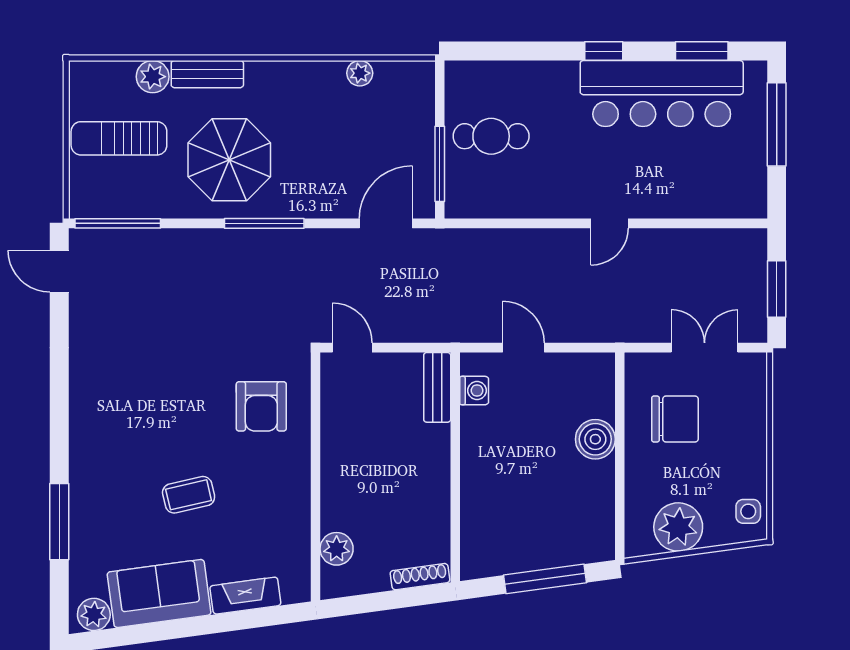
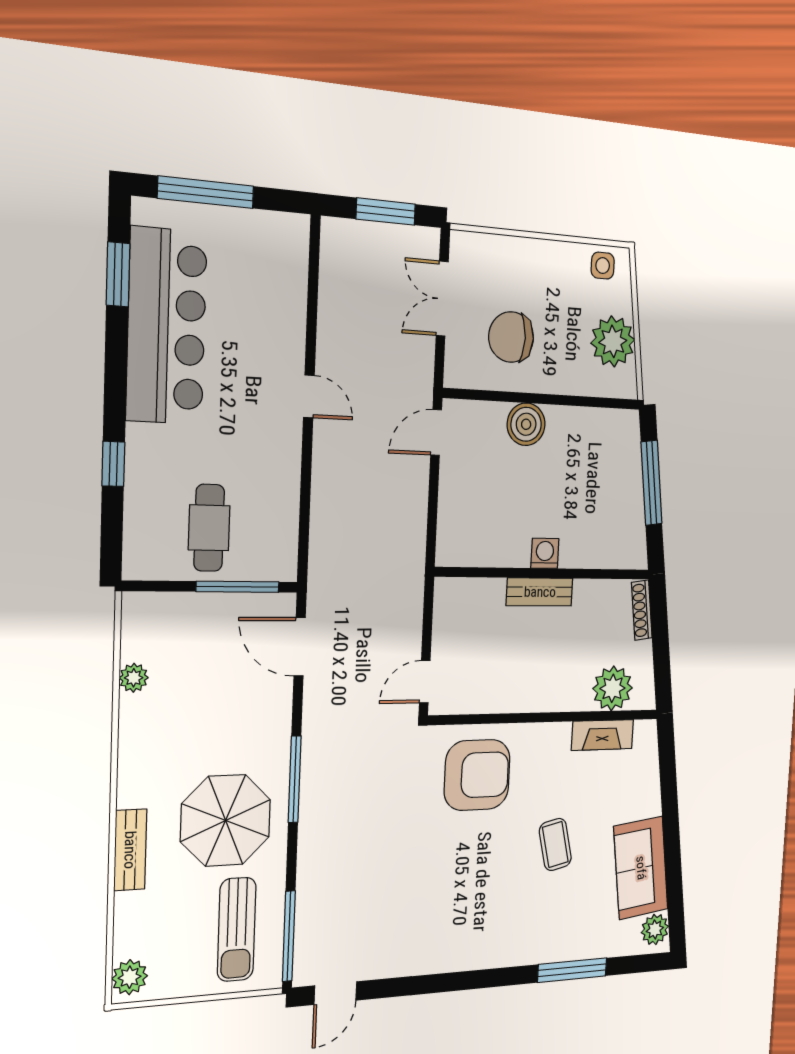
window: (604, 51) -> (113, 464), moved
plant: (153, 77) -> (130, 977), moved
sun lounger: (119, 138) -> (237, 929), moved
door: (524, 348) -> (436, 432), moved
bench: (437, 387) -> (540, 592), moved
washing machine: (474, 391) -> (545, 553), moved
armchair: (261, 406) -> (477, 775), width x1.36, depth x1.36
chair: (675, 419) -> (511, 337), turned -90
plant: (337, 549) -> (613, 688), width x1.36, depth x1.36
fireplace: (245, 596) -> (603, 735), moved, turned -82

